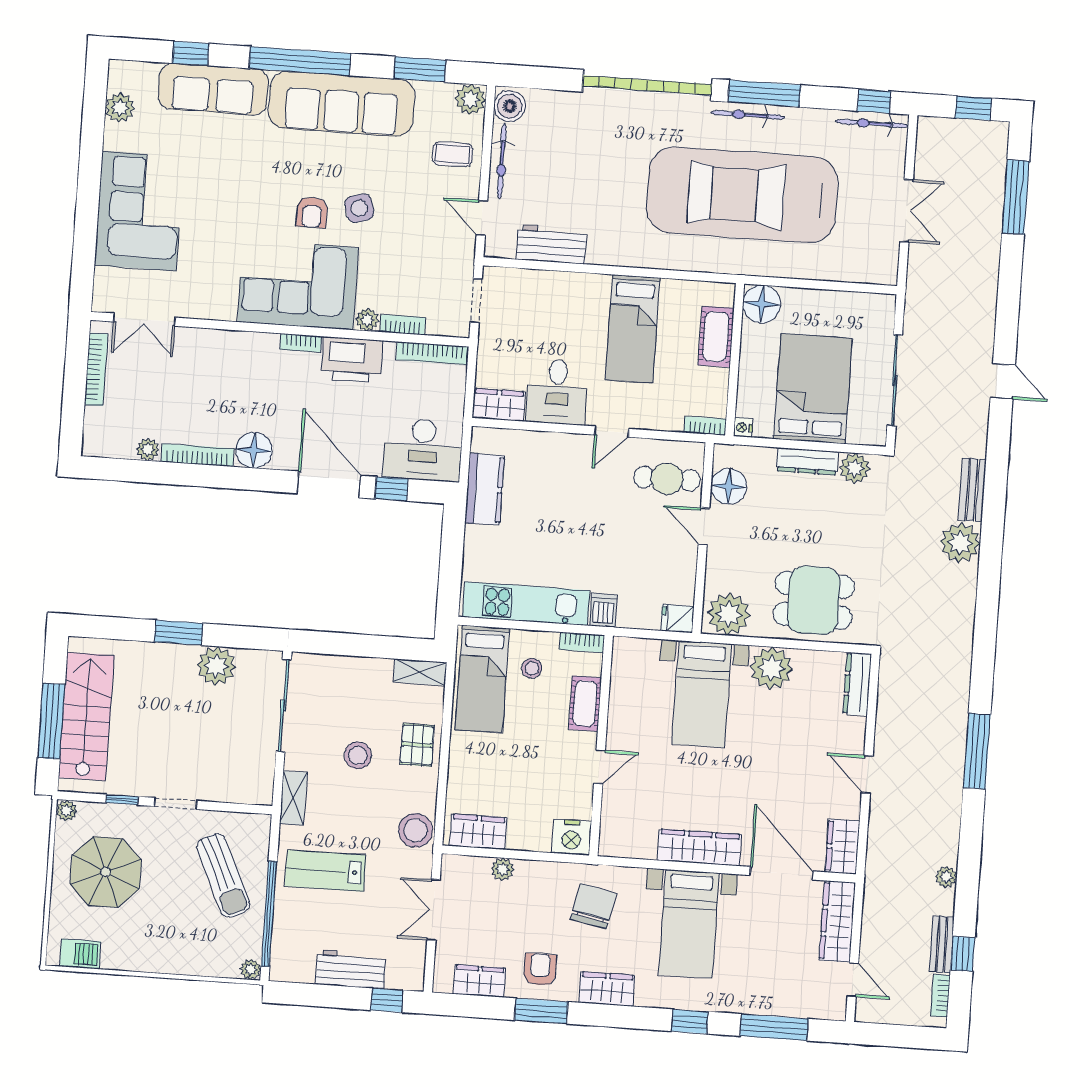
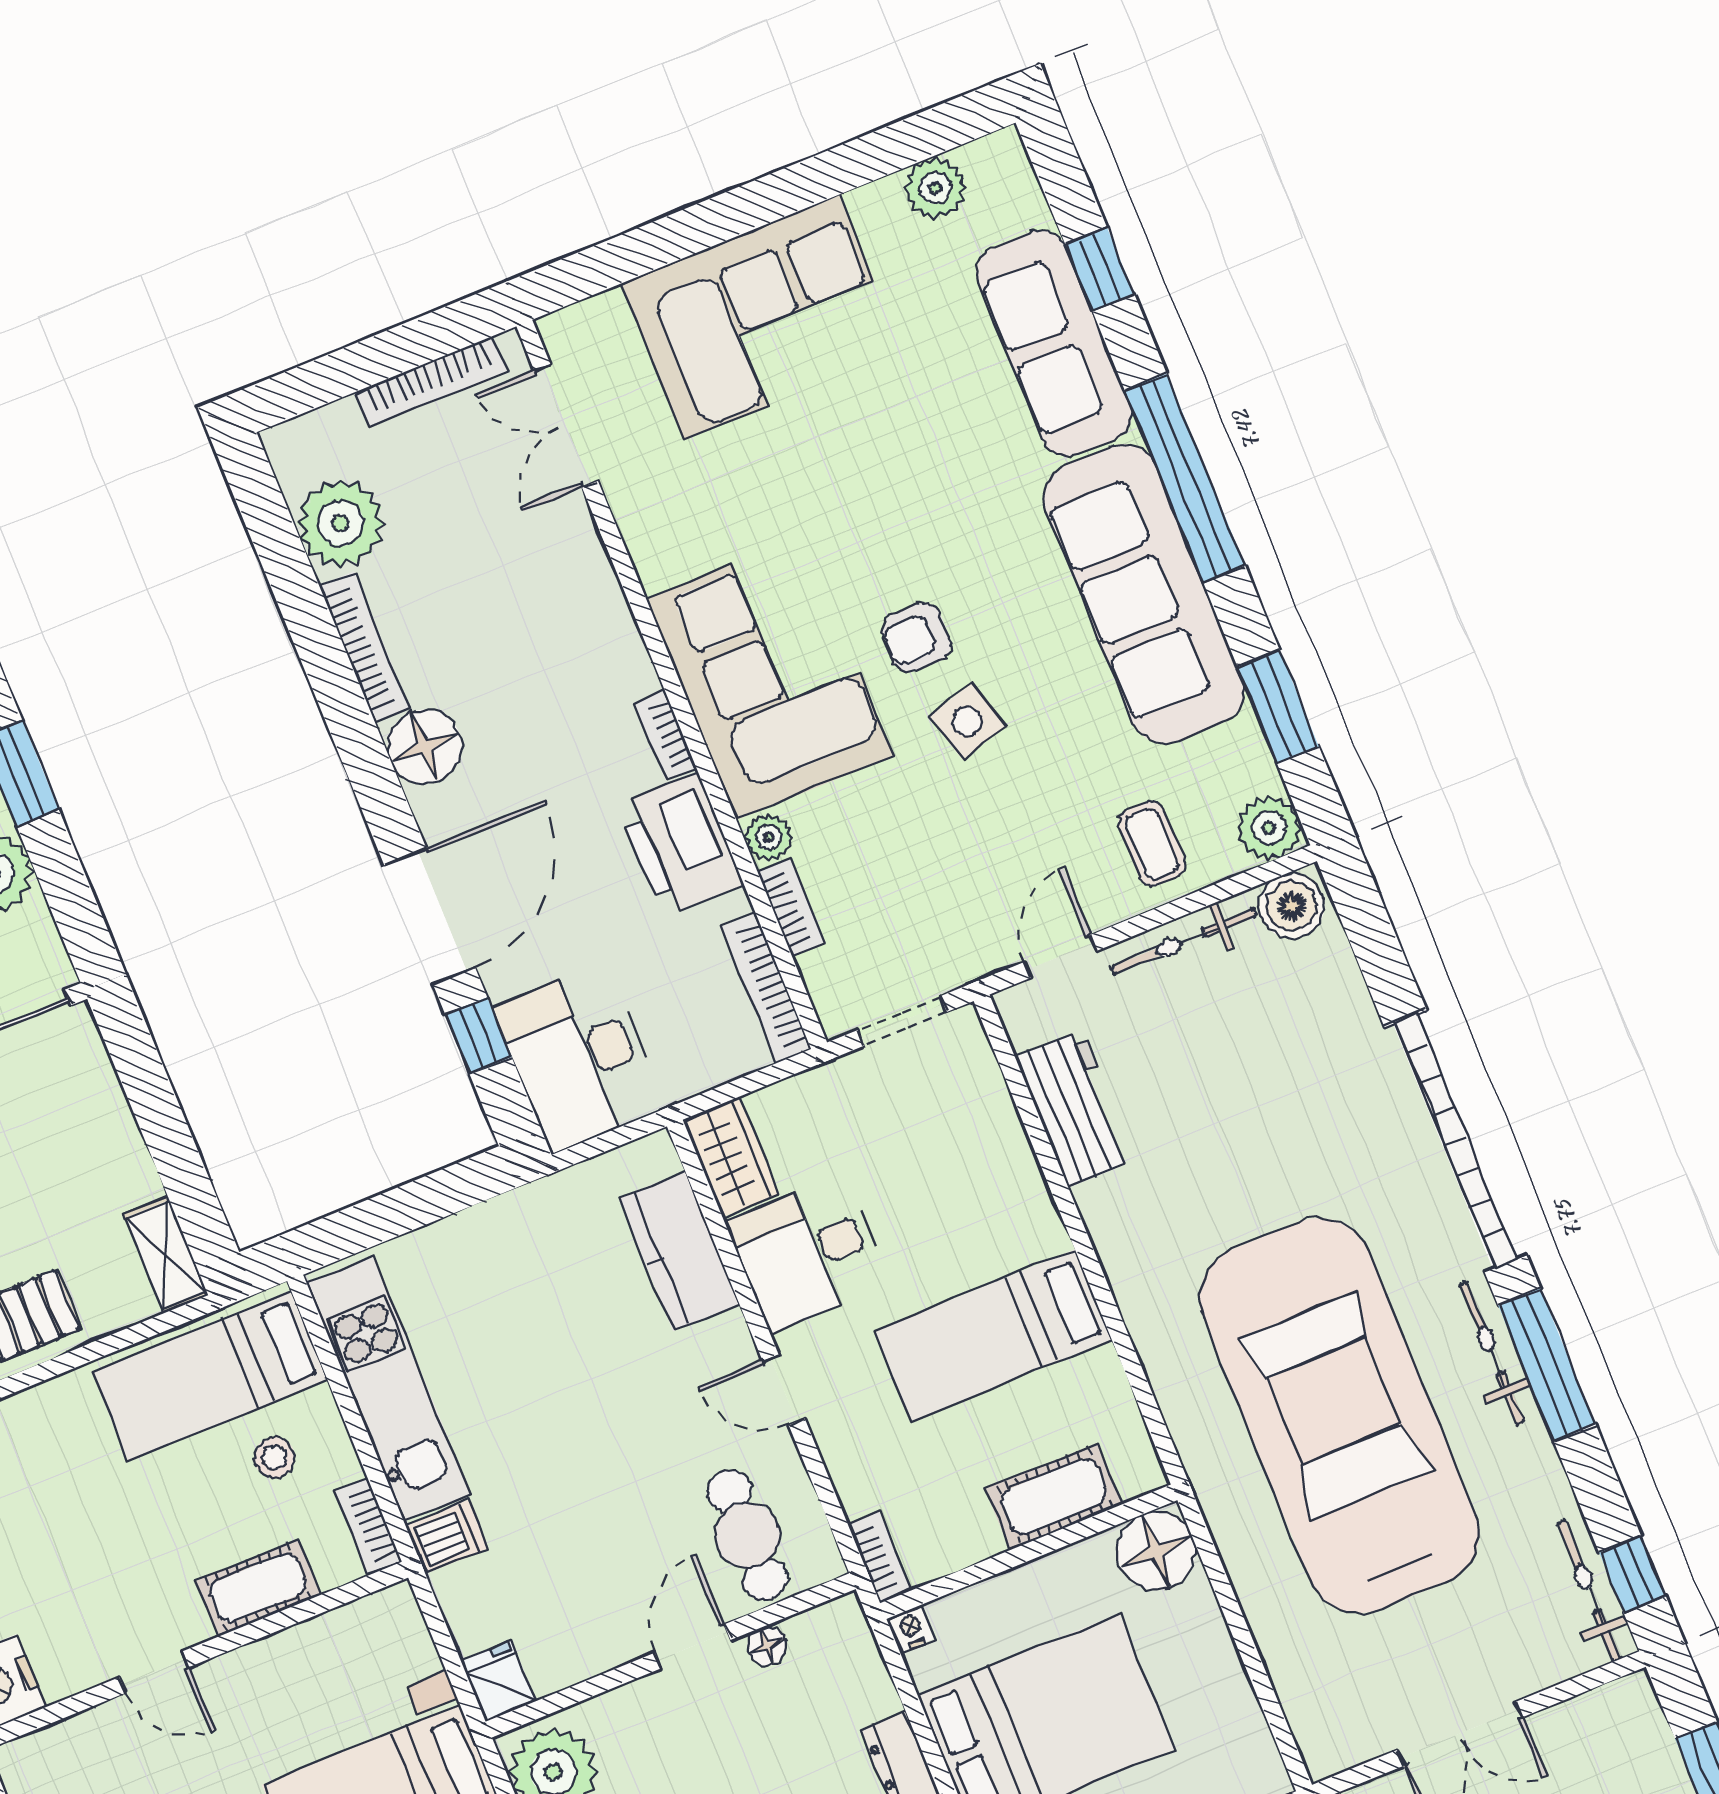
plant: (148, 449) -> (341, 523), width x1.87, depth x1.87
floor lamp: (729, 486) -> (767, 1646), width x0.53, depth x0.53
kitchen counter: (485, 489) -> (679, 1251), moved, turned 90

